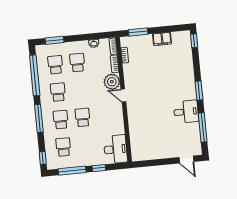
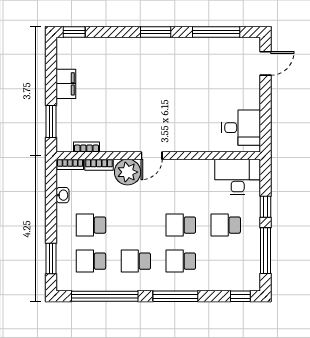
desk: (186, 112) -> (241, 128), moved, turned 90
school desk: (63, 147) -> (226, 225), moved

